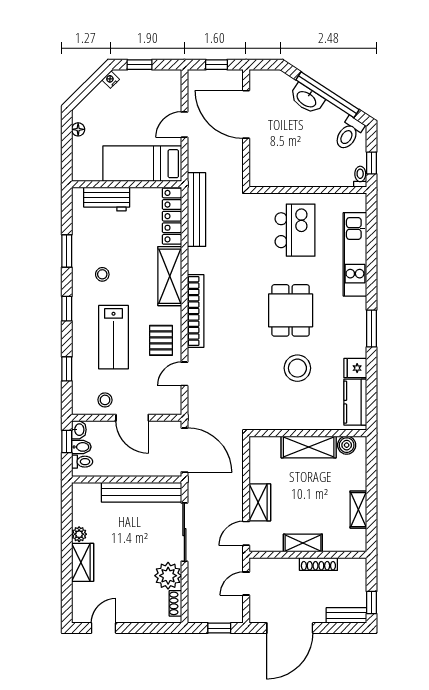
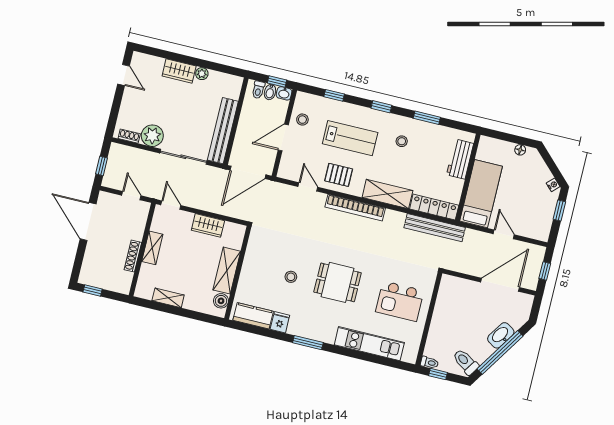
lab bench: (113, 337) -> (350, 138), turned 180
stool: (297, 368) -> (291, 277), width x0.53, depth x0.53
wardrobe: (260, 502) -> (208, 225), moved
bench: (346, 615) -> (87, 268), removed

